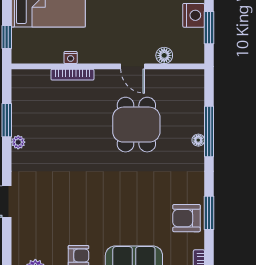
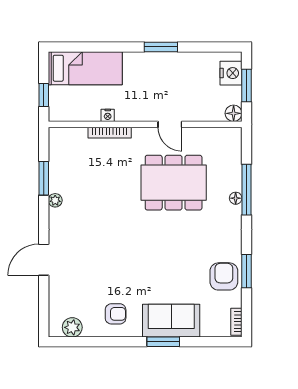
floor lamp: (164, 55) -> (234, 113), moved
dining table: (136, 125) -> (174, 183), width x1.38
armchair: (187, 218) -> (224, 276), turned 90

